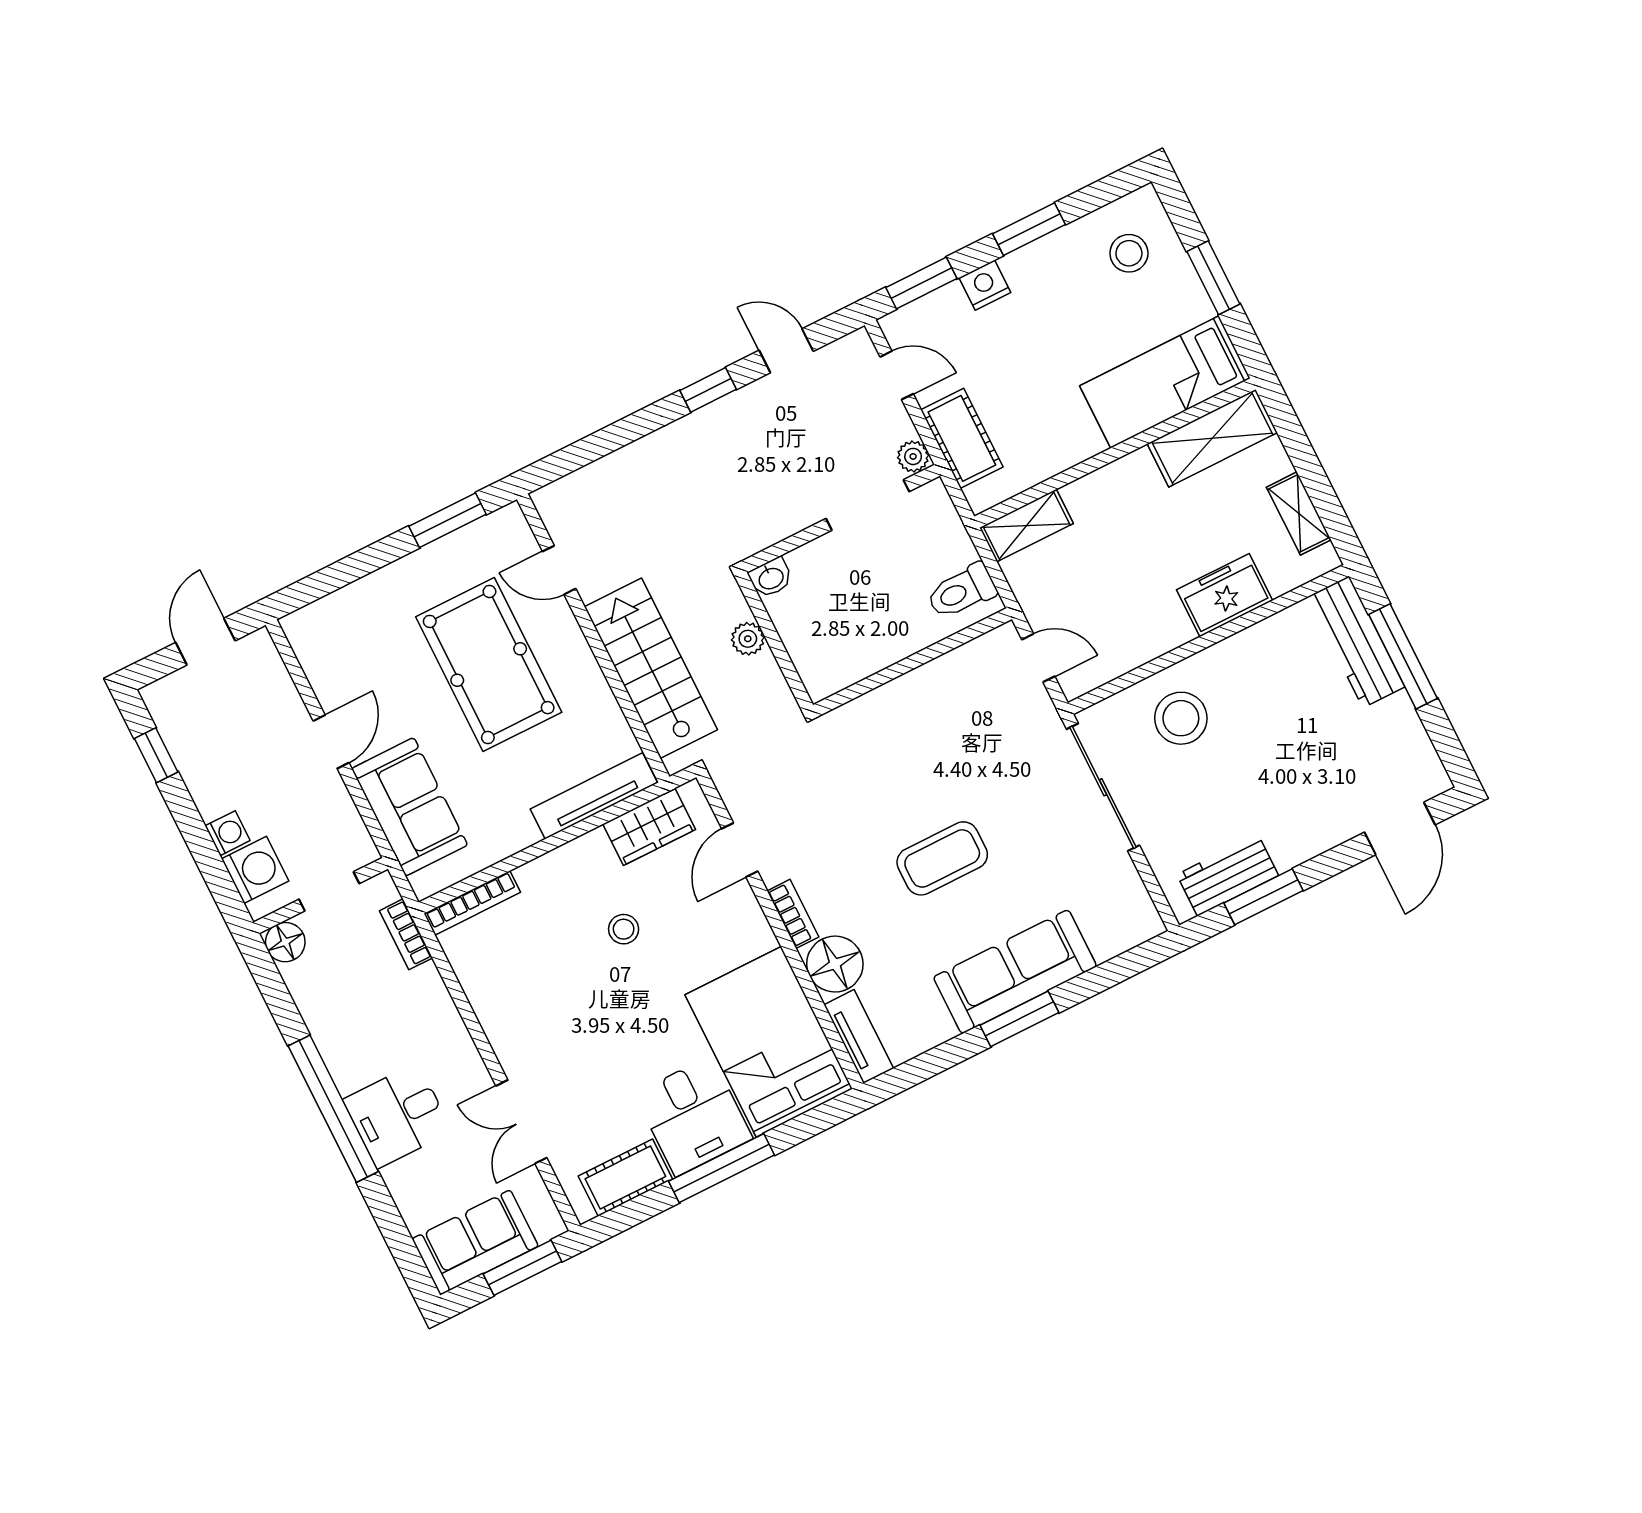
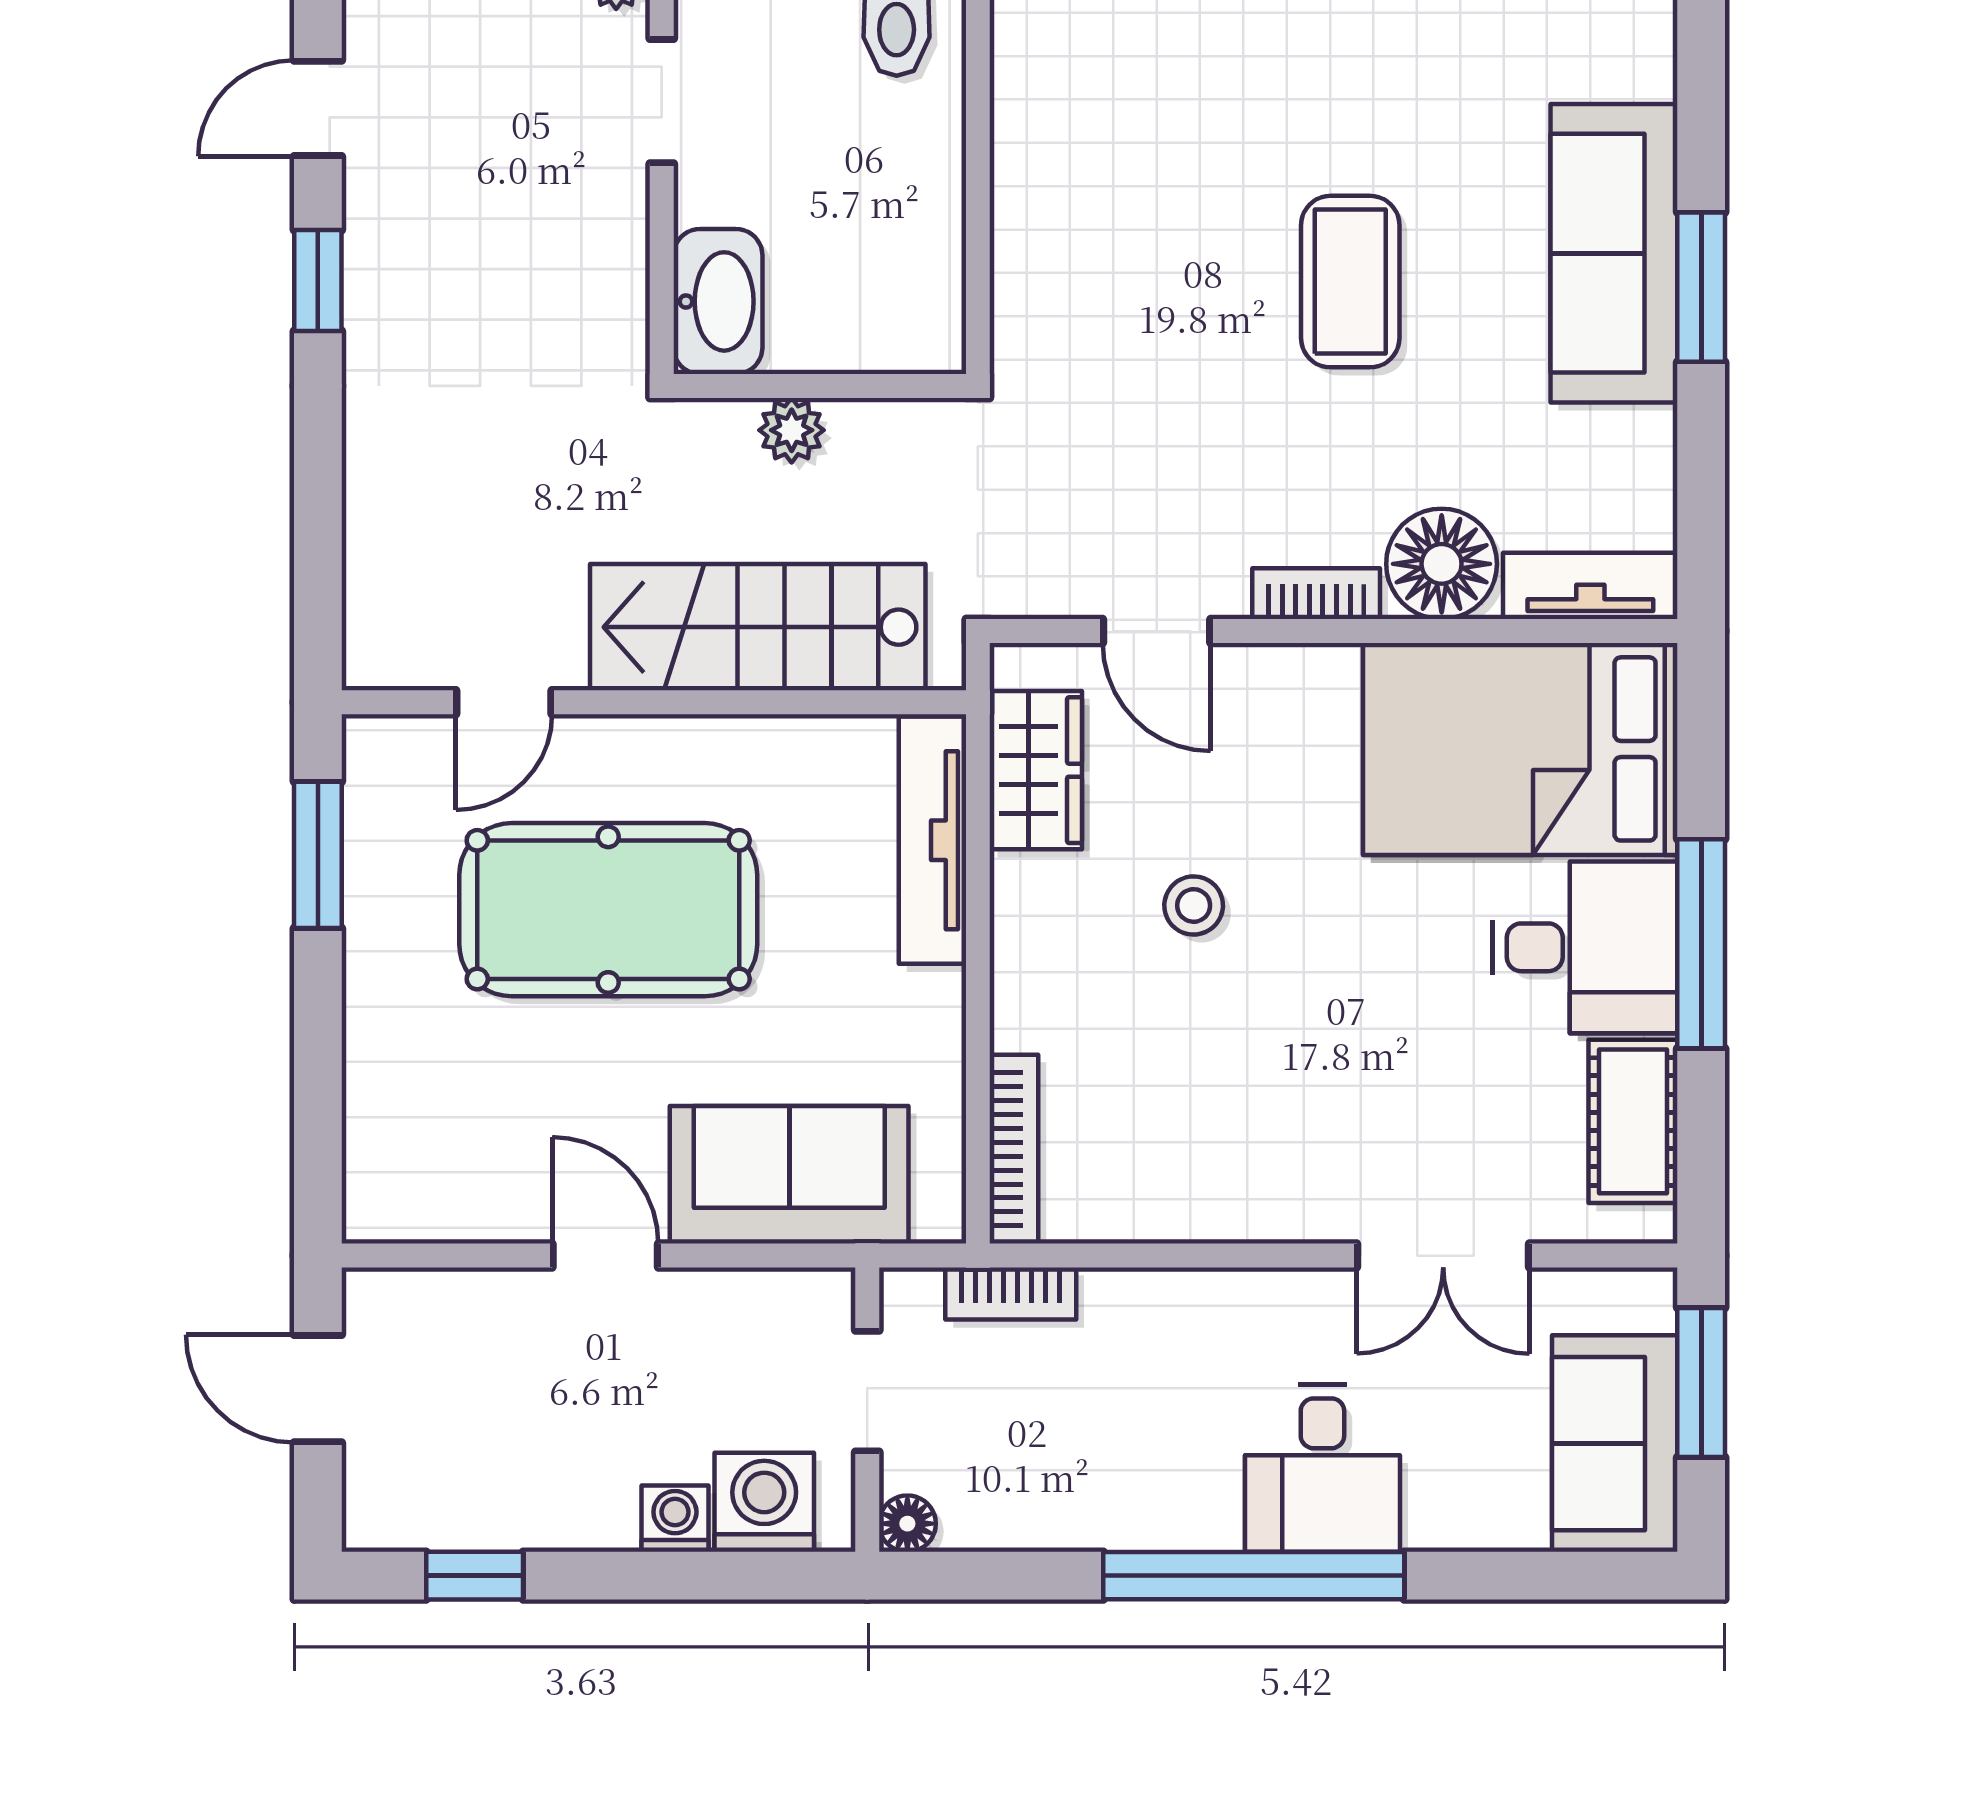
doorway: (868, 505) -> (662, 101), width x0.73
washbasin: (771, 578) -> (718, 301), width x1.91, depth x1.45
floor lamp: (285, 942) -> (907, 1524), width x0.73, depth x0.73

